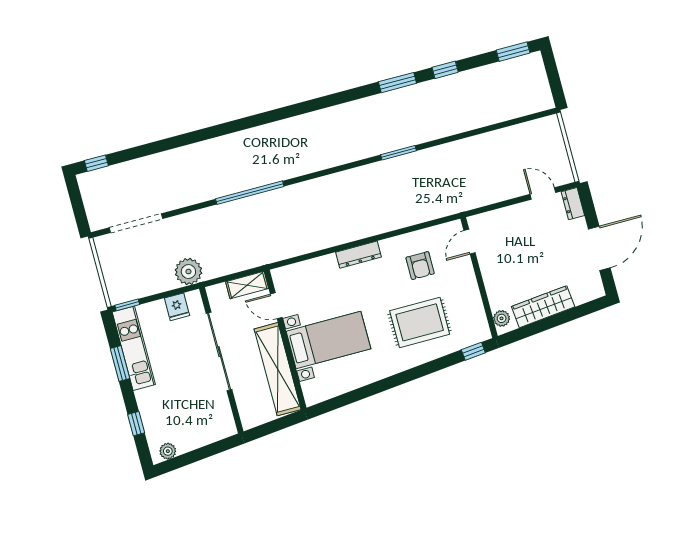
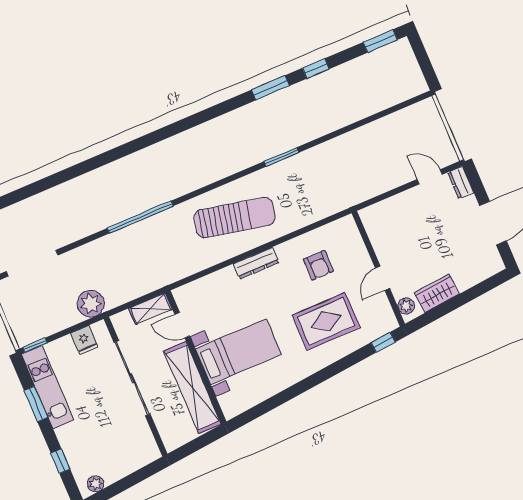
sun lounger: (344, 206) -> (235, 218), added
door: (469, 242) -> (382, 278), moved
wardrobe: (543, 307) -> (437, 293), width x0.67

